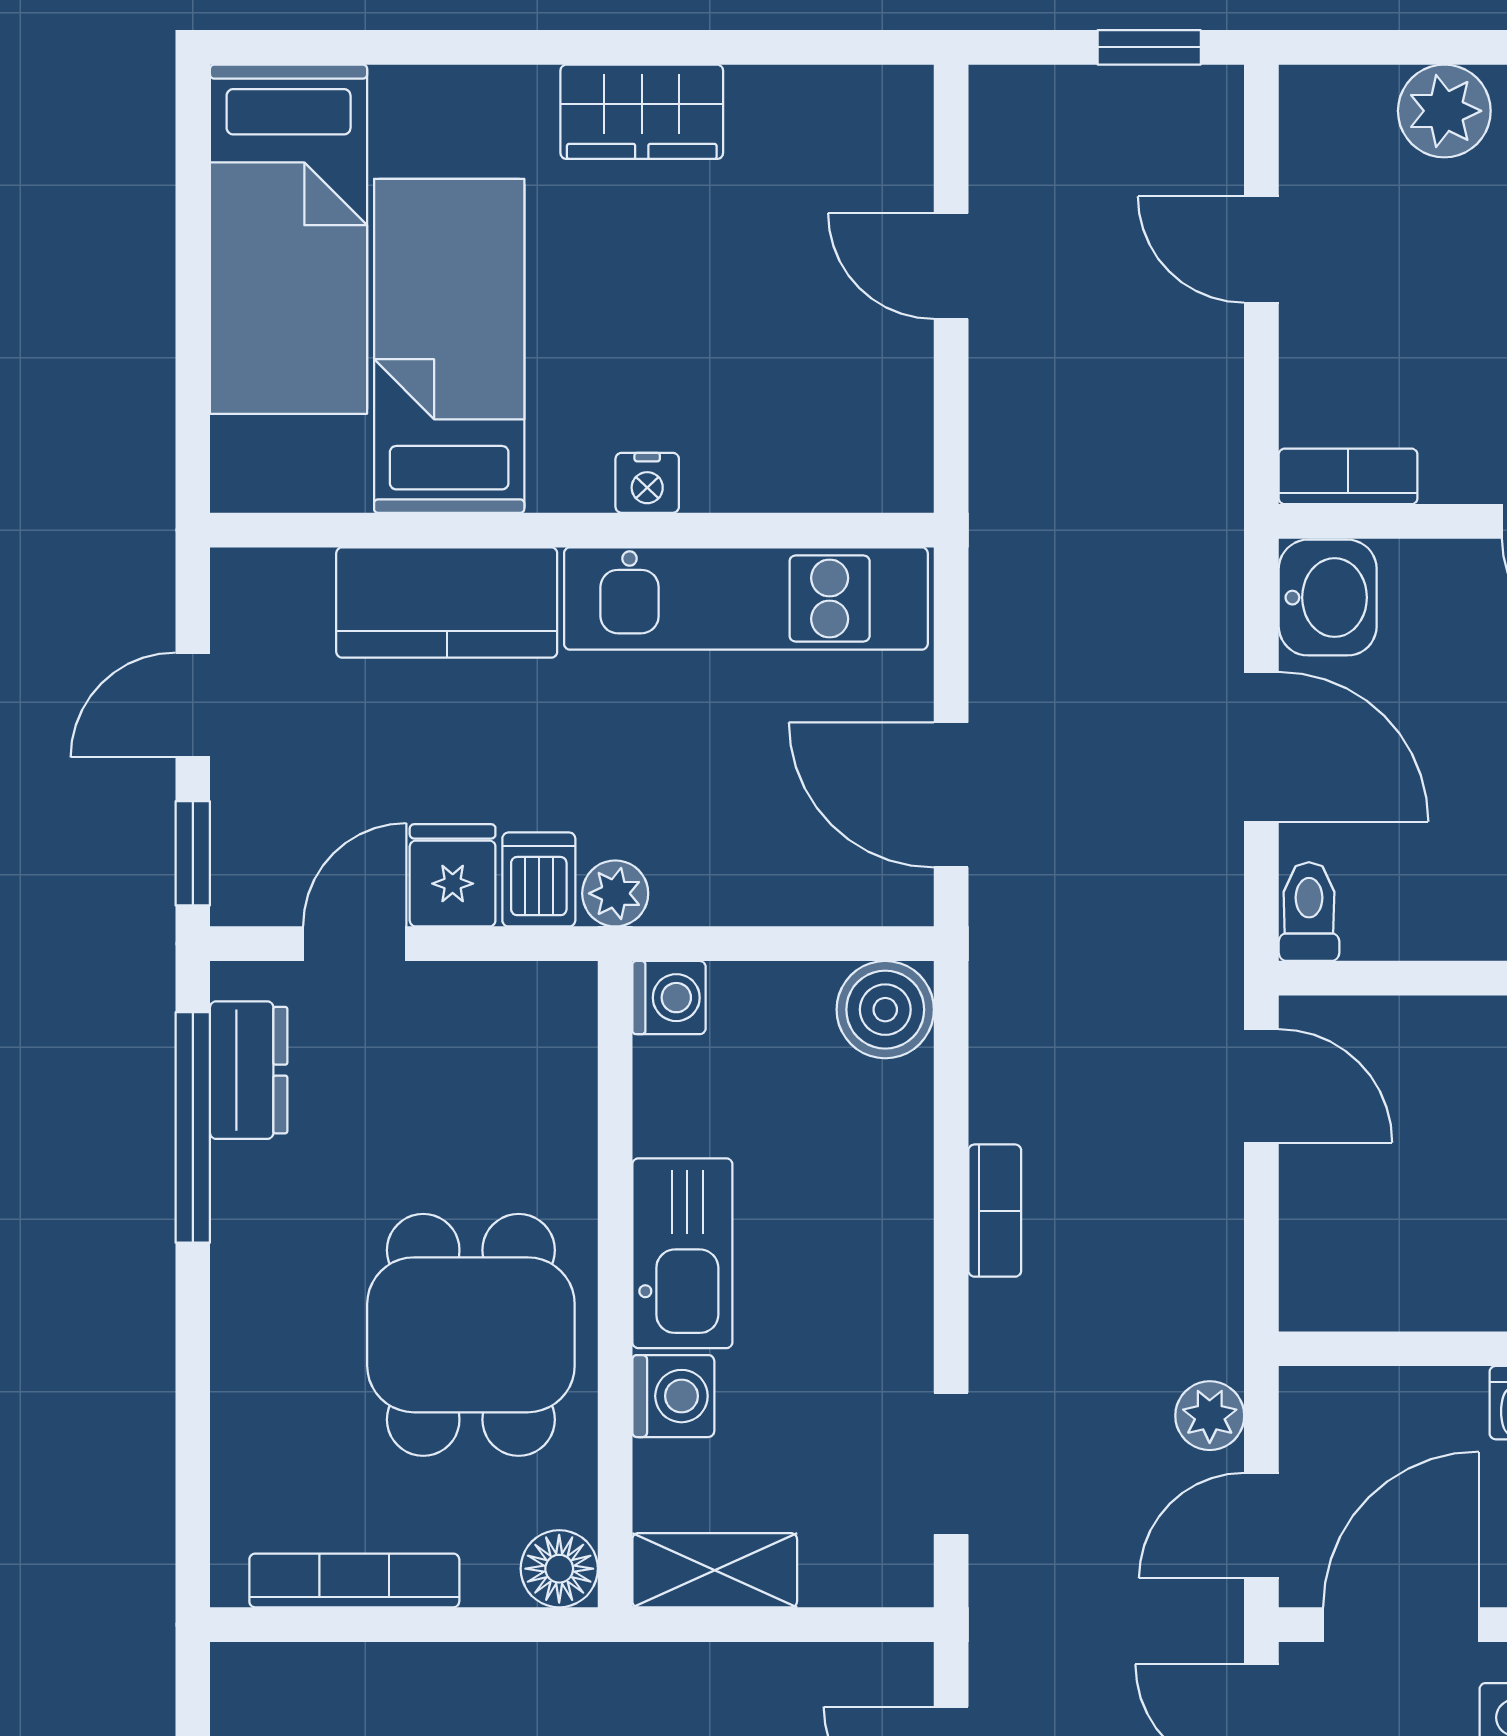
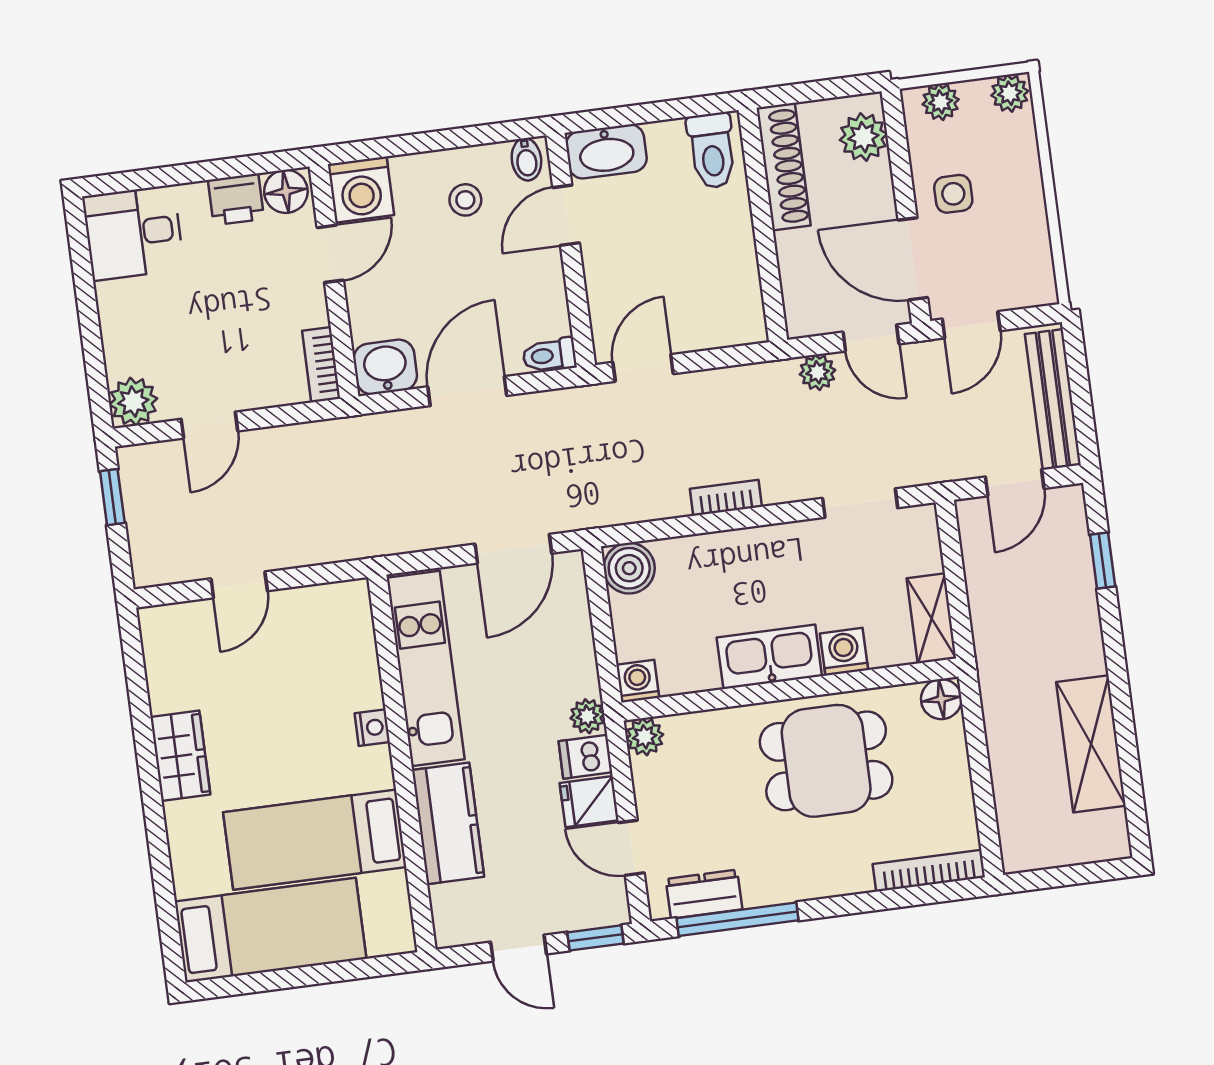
plant: (1444, 111) -> (133, 402), moved
plant: (562, 997) -> (645, 737), added
bookcase: (354, 1580) -> (929, 871), moved, turned 90

